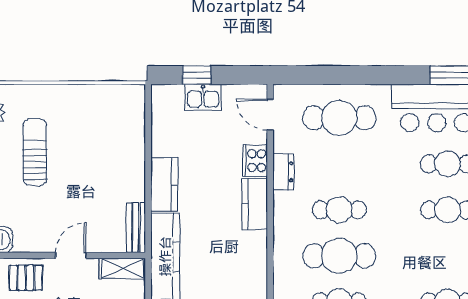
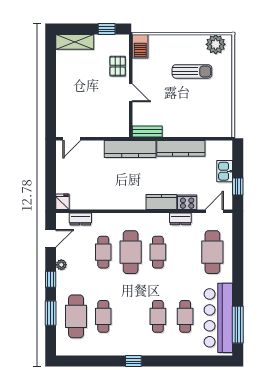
window: (197, 75) -> (238, 187), moved
kitchen counter: (164, 184) -> (181, 148), width x1.50
shelving: (122, 268) -> (123, 124), removed

